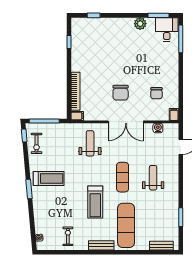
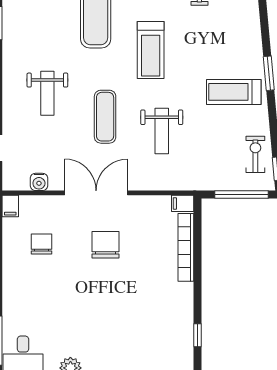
weight bench: (90, 143) -> (162, 131), moved
exercise mat: (123, 177) -> (105, 117), moved
treadmill: (95, 202) -> (151, 50), turned 180

